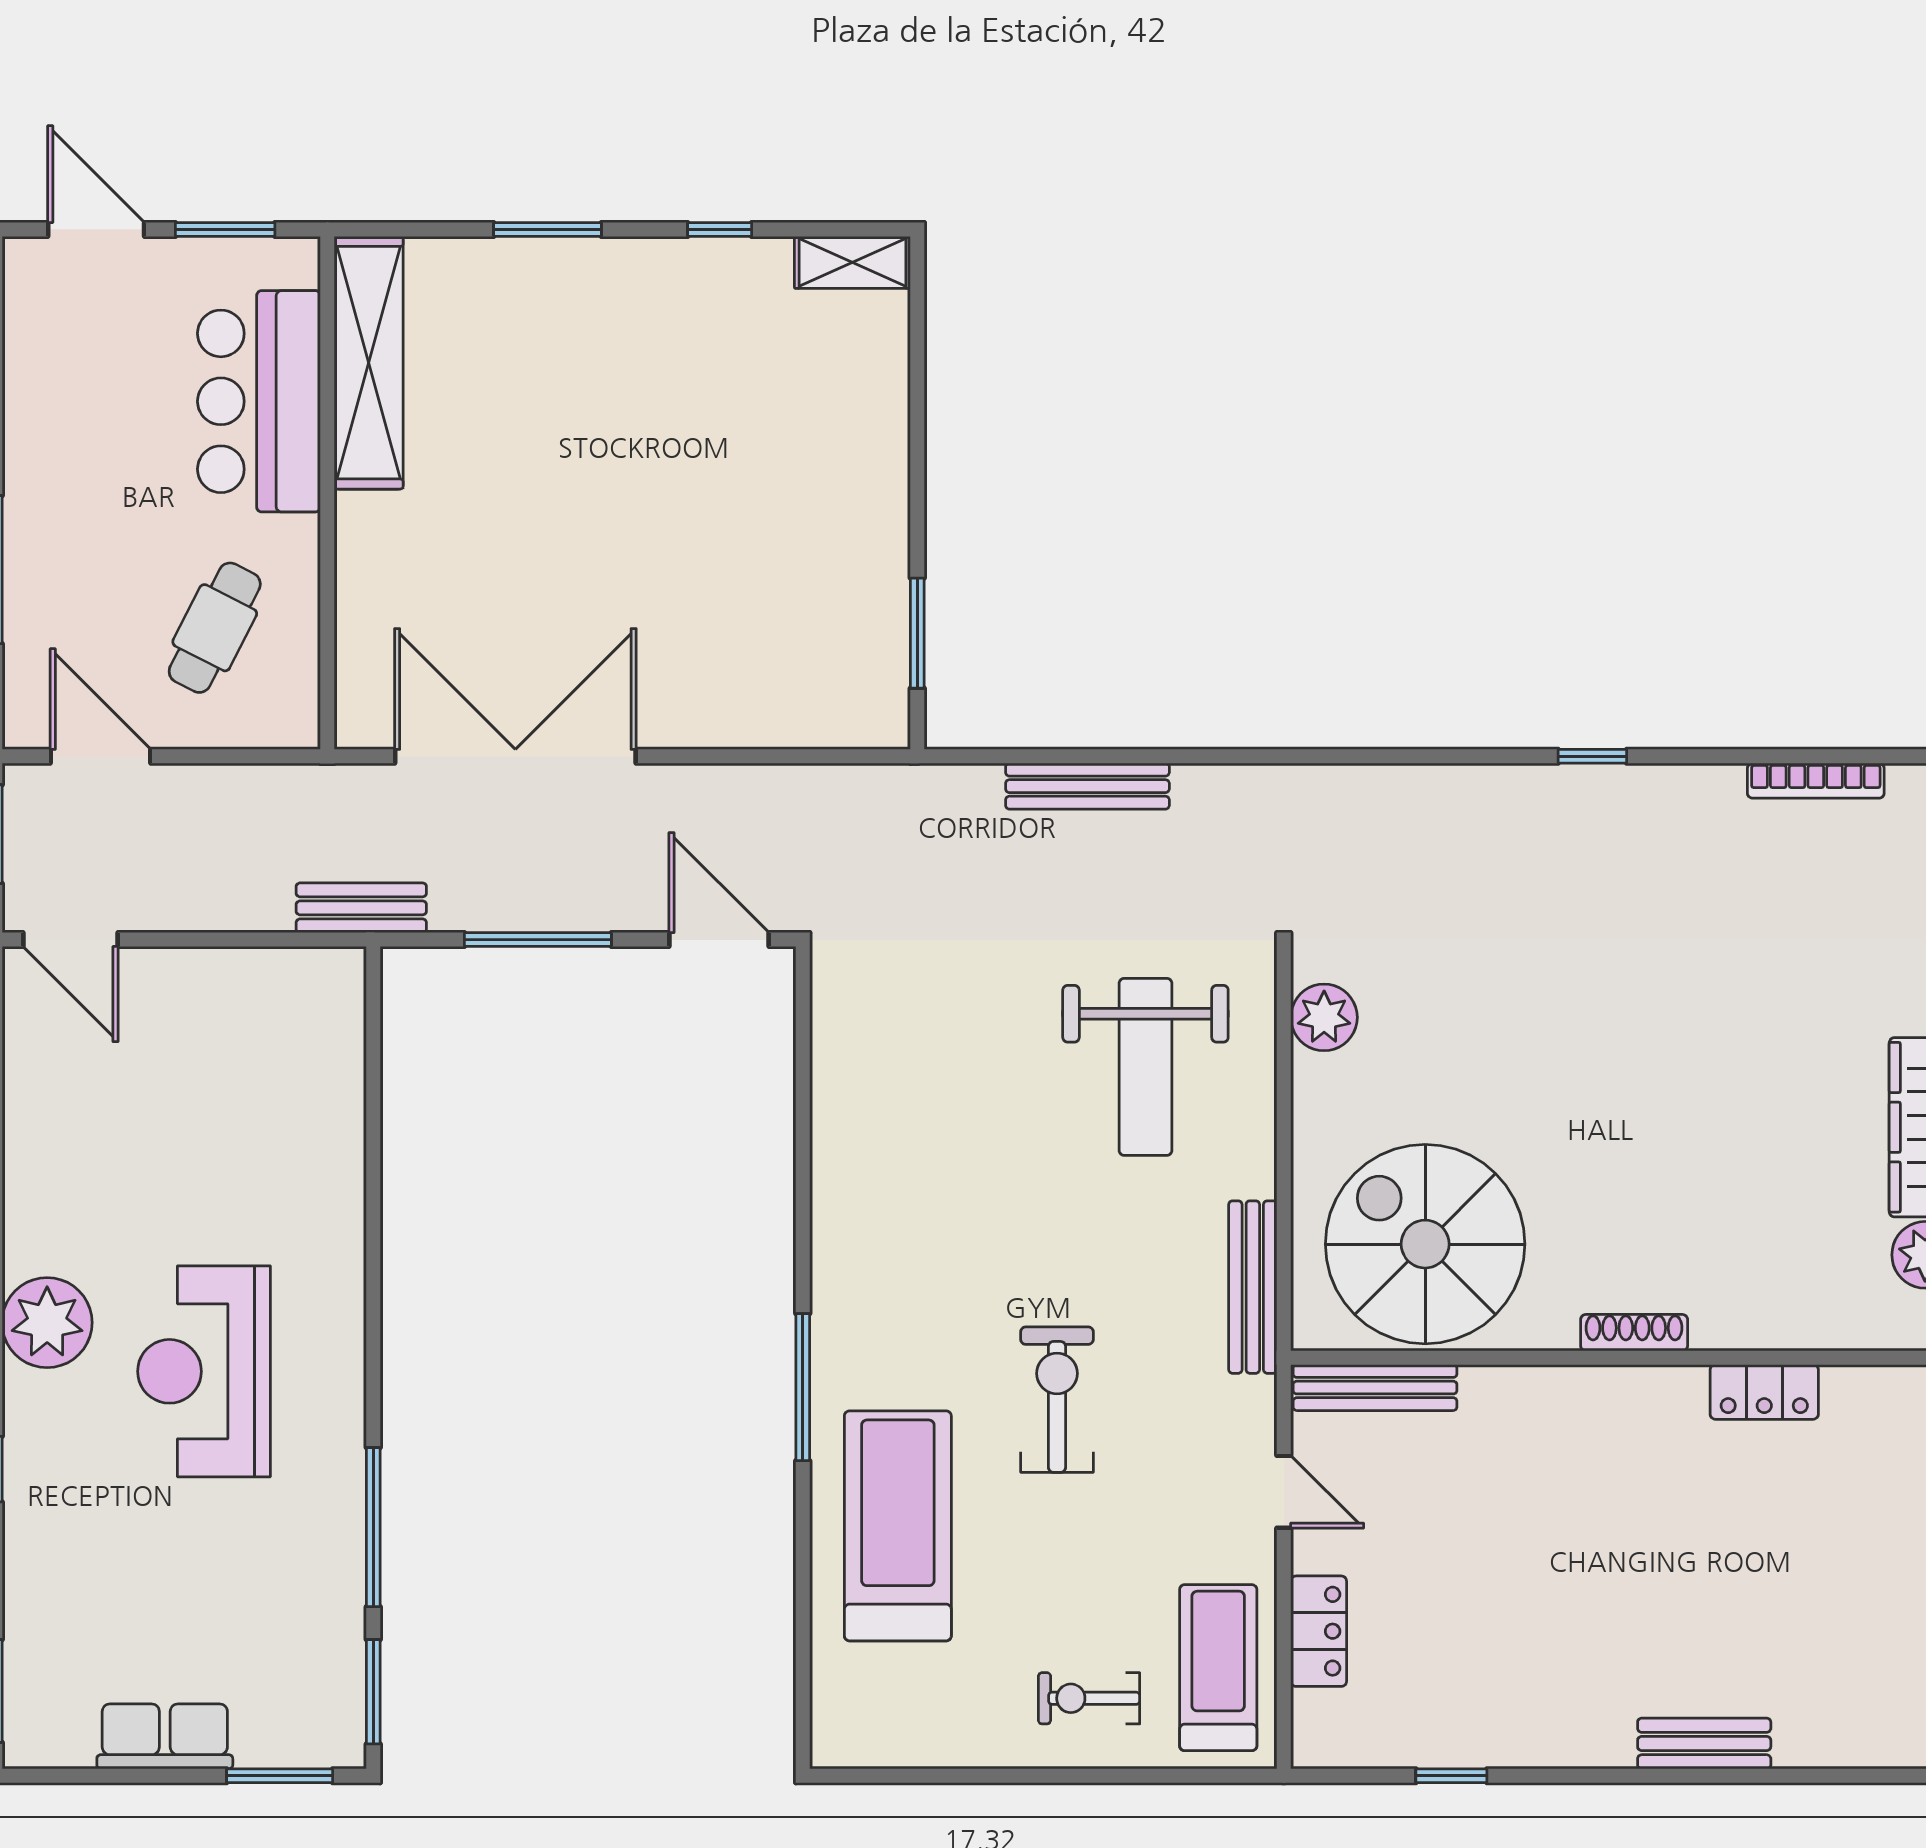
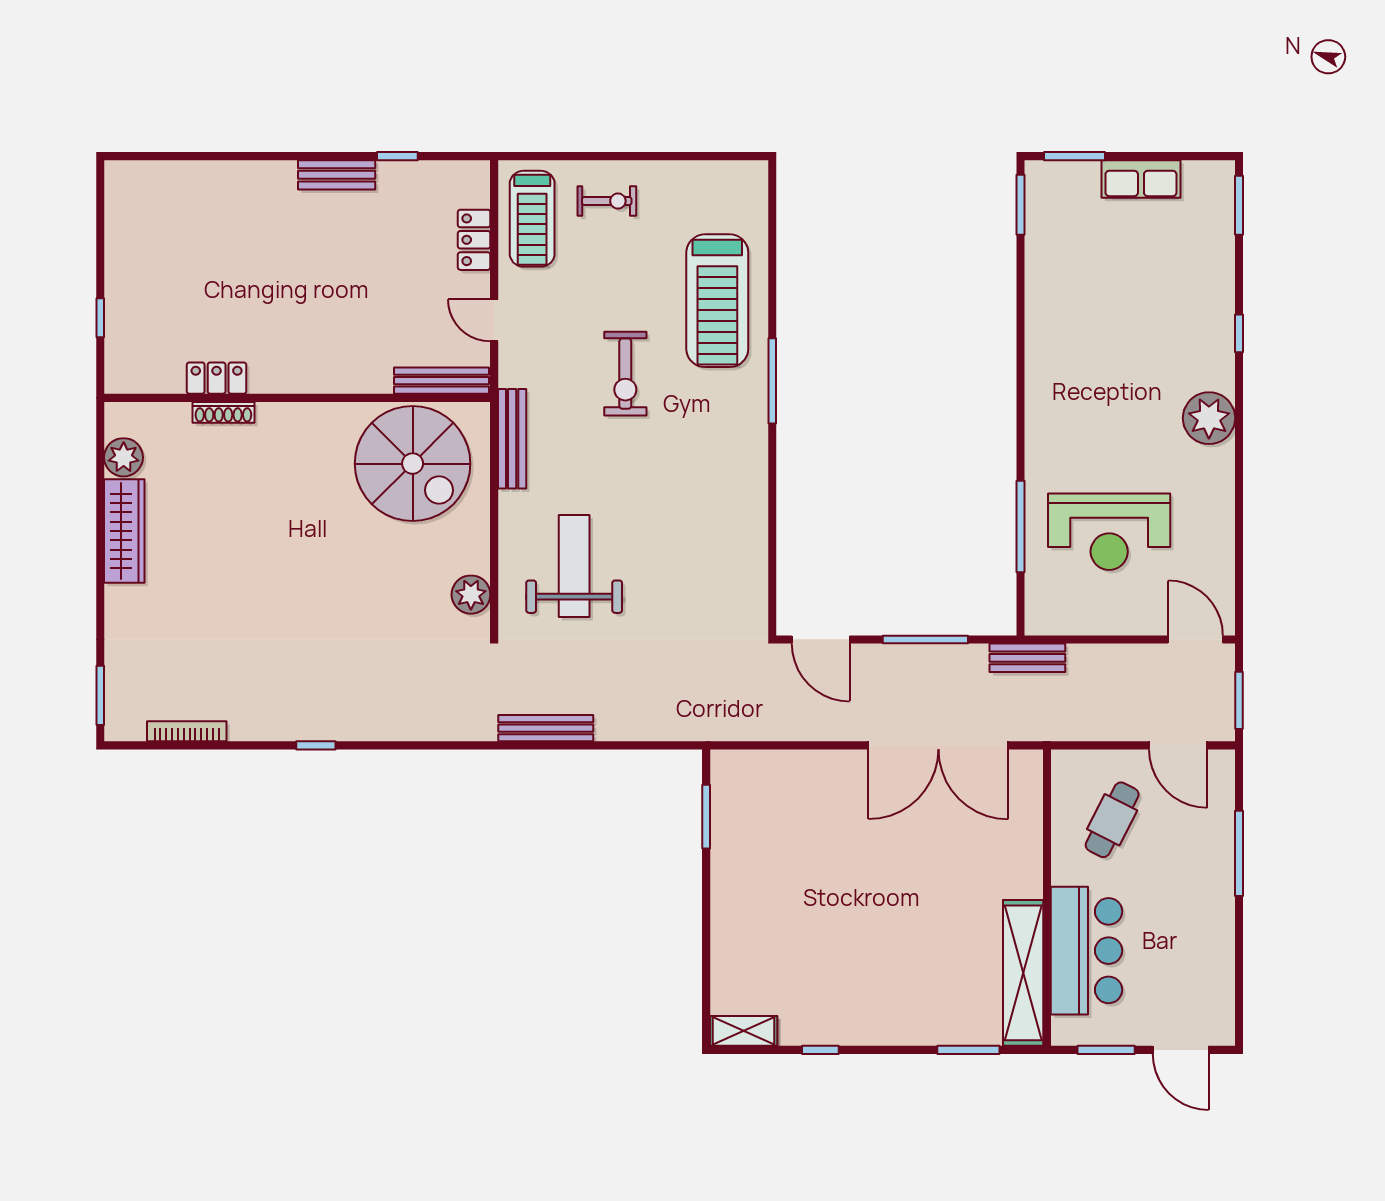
window: (548, 229) -> (968, 1050), moved
bench: (1087, 786) -> (546, 728), moved
shoe rack: (1634, 1333) -> (223, 412), moved
reception desk: (204, 1371) -> (1109, 532), moved, turned 90
window: (373, 1527) -> (1021, 527), moved
bench: (1704, 1744) -> (337, 175), moved

